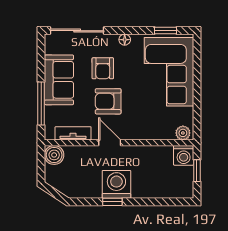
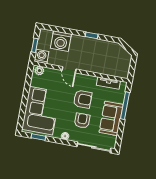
door: (110, 143) -> (69, 70), moved
boiler: (54, 155) -> (123, 72), removed
washing machine: (116, 184) -> (61, 41), moved

